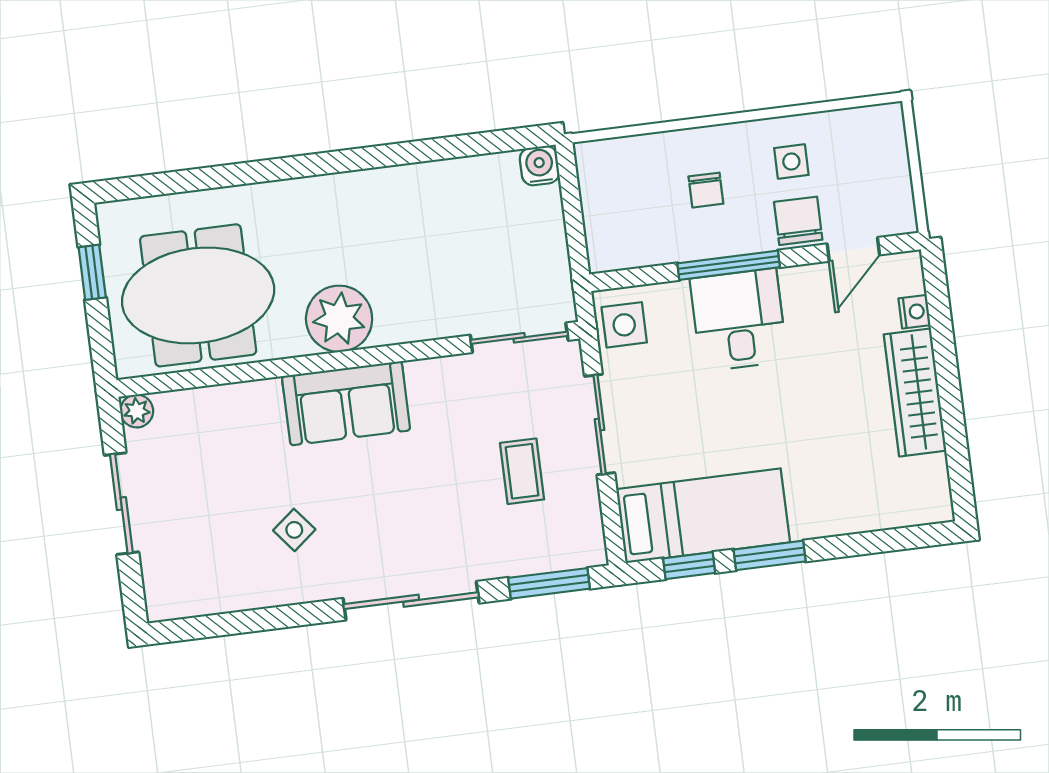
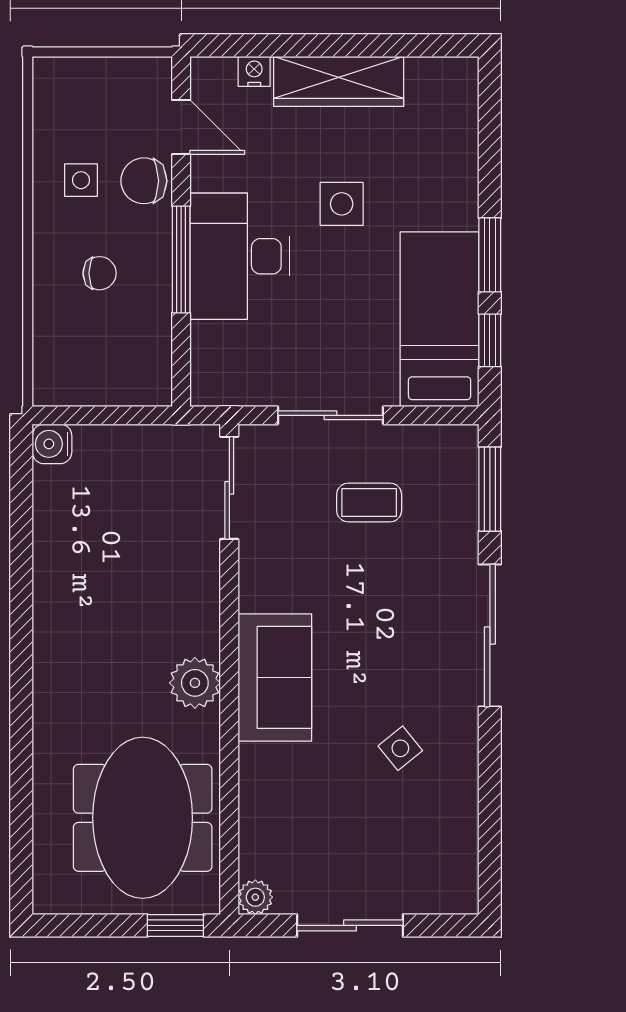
window: (92, 272) -> (175, 925), moved
plant: (339, 319) -> (195, 683), width x0.73, depth x0.73
desk: (739, 320) -> (240, 256), width x1.37
side table: (624, 325) -> (342, 204), moved

